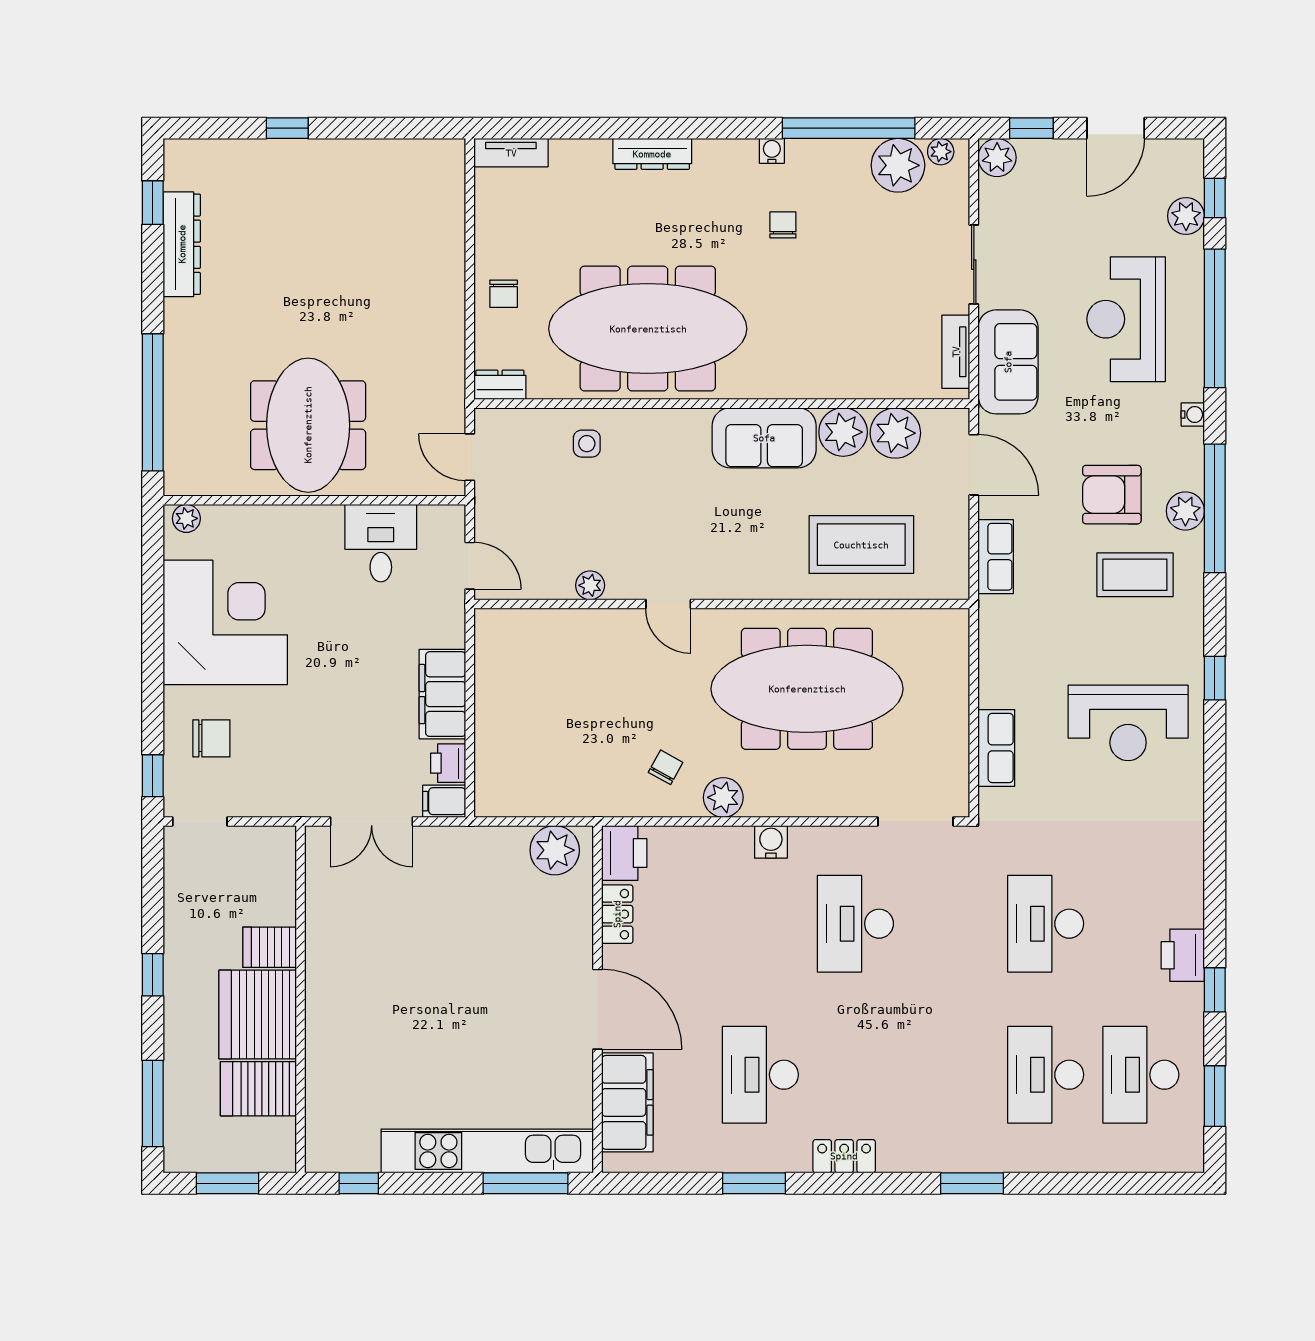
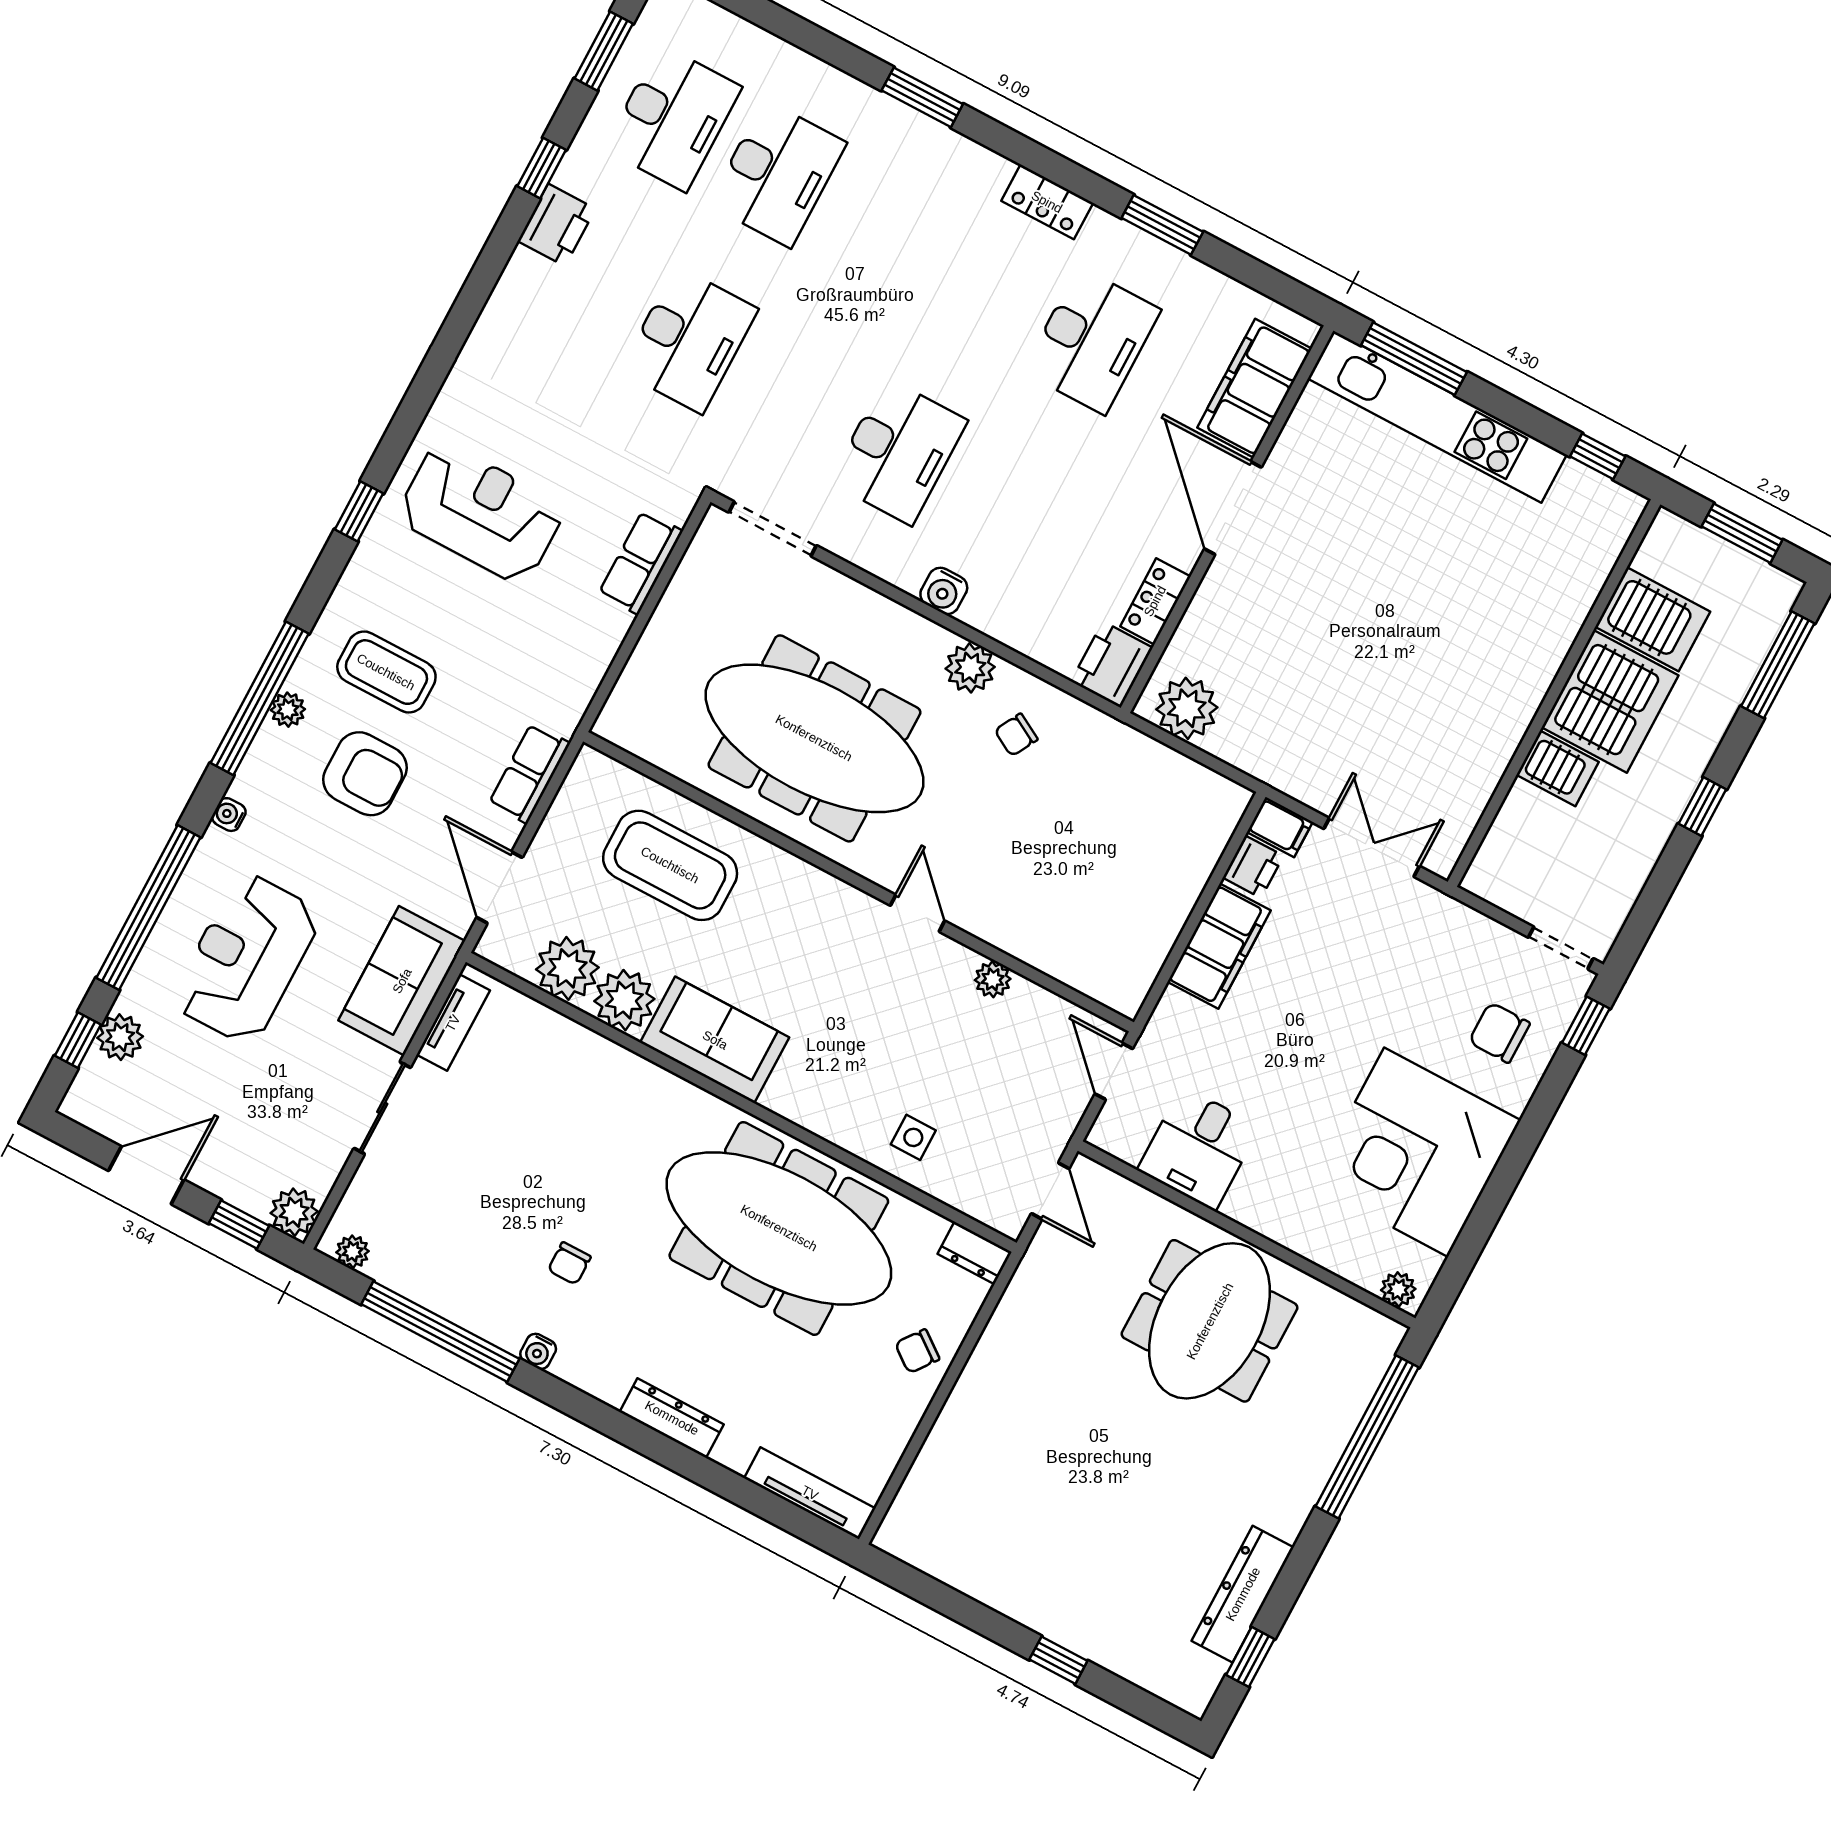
tv unit: (511, 153) -> (810, 1493), width x1.41
plant: (898, 165) -> (408, 1262), removed
chair: (504, 294) -> (917, 1351), turned -143
reception desk: (1126, 319) -> (246, 959), turned 180
plant: (1185, 511) -> (288, 710), width x0.73, depth x0.73

